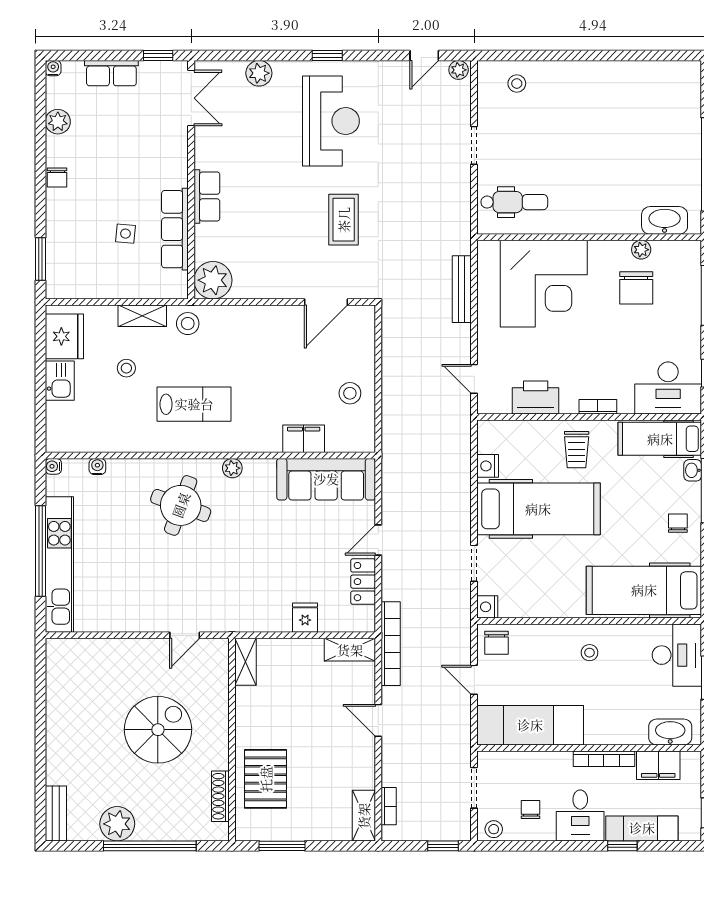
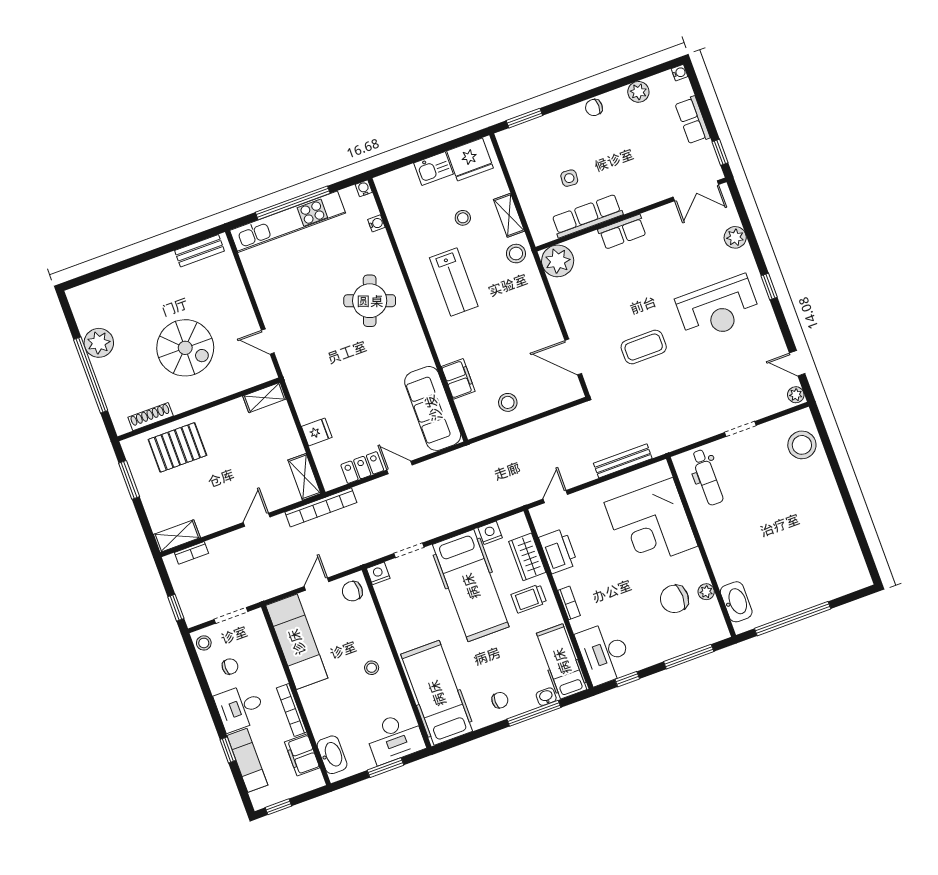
stool: (517, 84) -> (802, 445), width x1.89, depth x1.89
wardrobe: (530, 434) -> (527, 557), added
plant: (232, 468) -> (414, 331), removed
bench: (56, 813) -> (199, 251), moved

